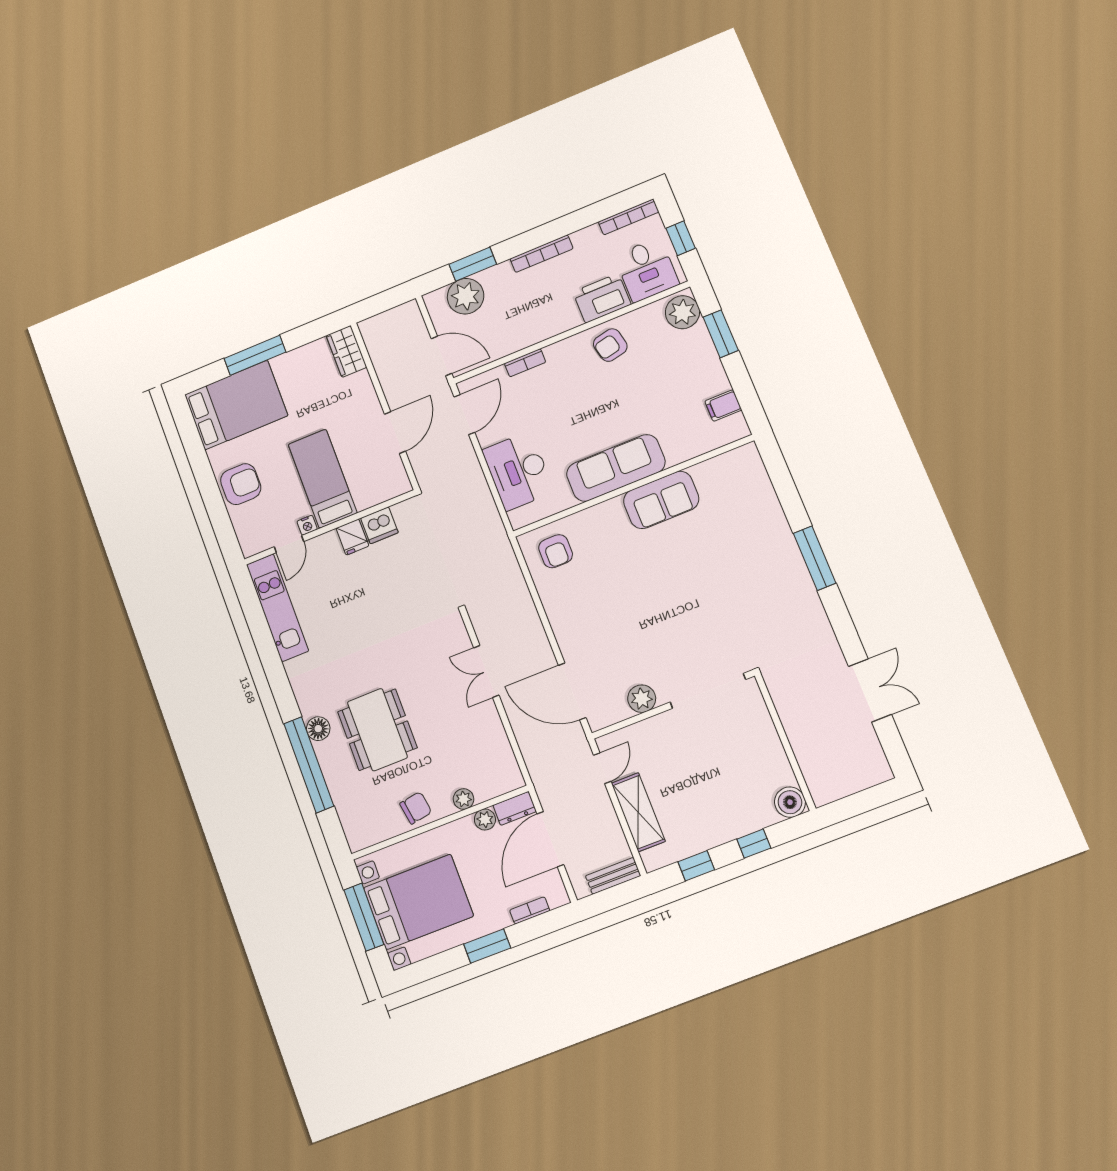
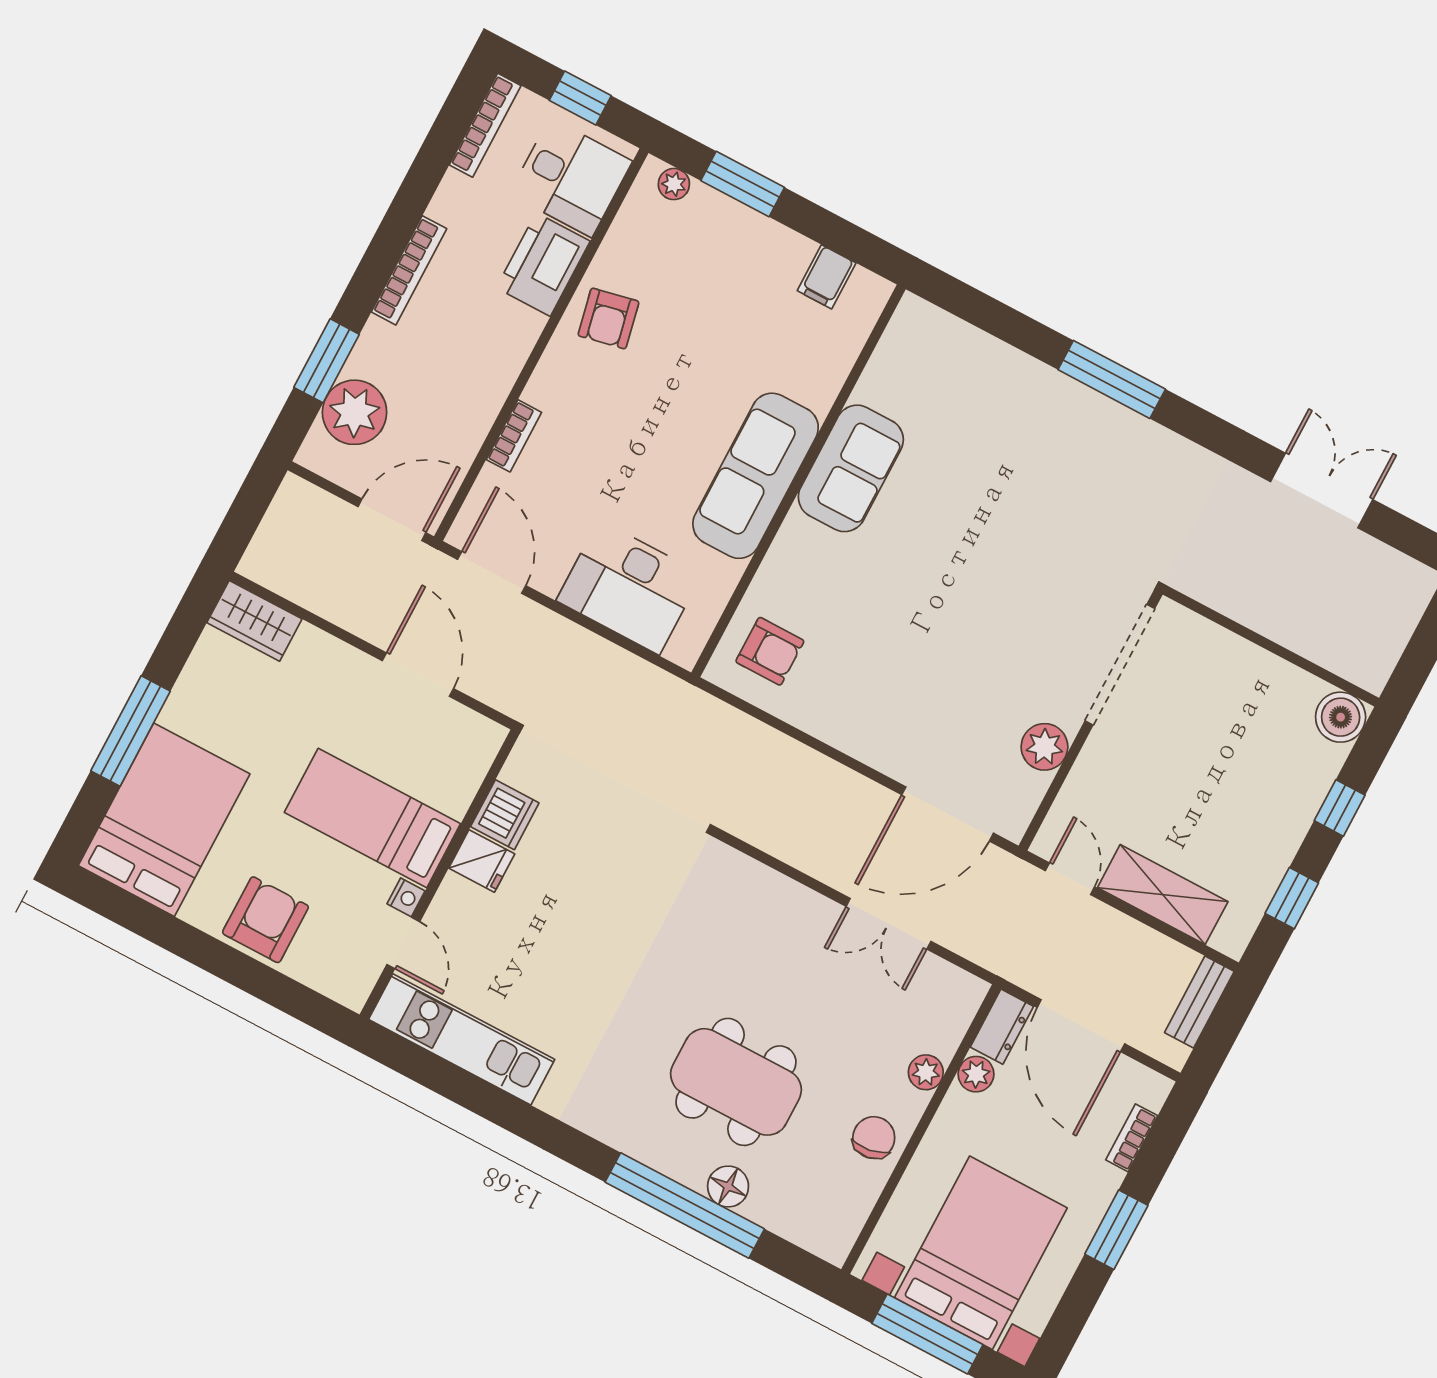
plant: (682, 312) -> (674, 184), width x0.53, depth x0.53
double door: (486, 671) -> (889, 924), moved
floor lamp: (318, 729) -> (728, 1186), moved

